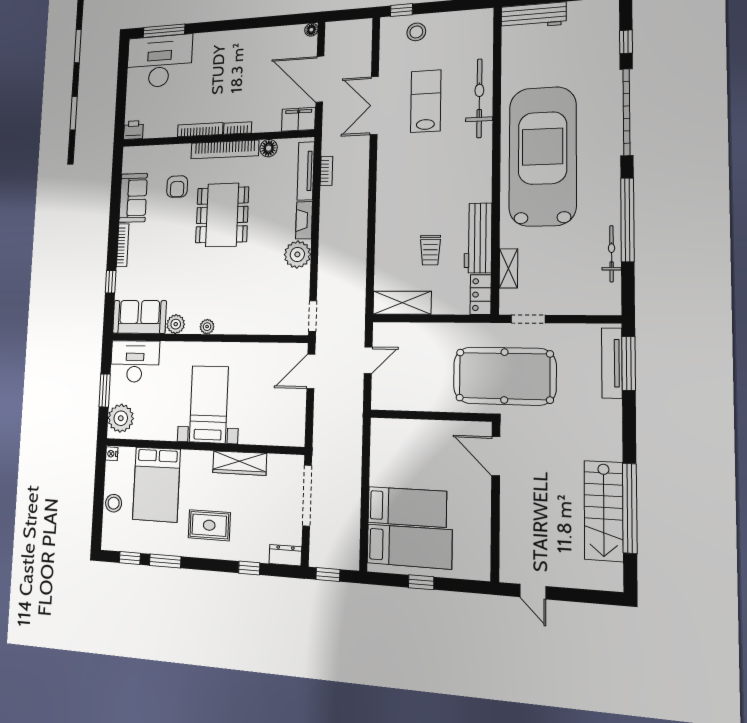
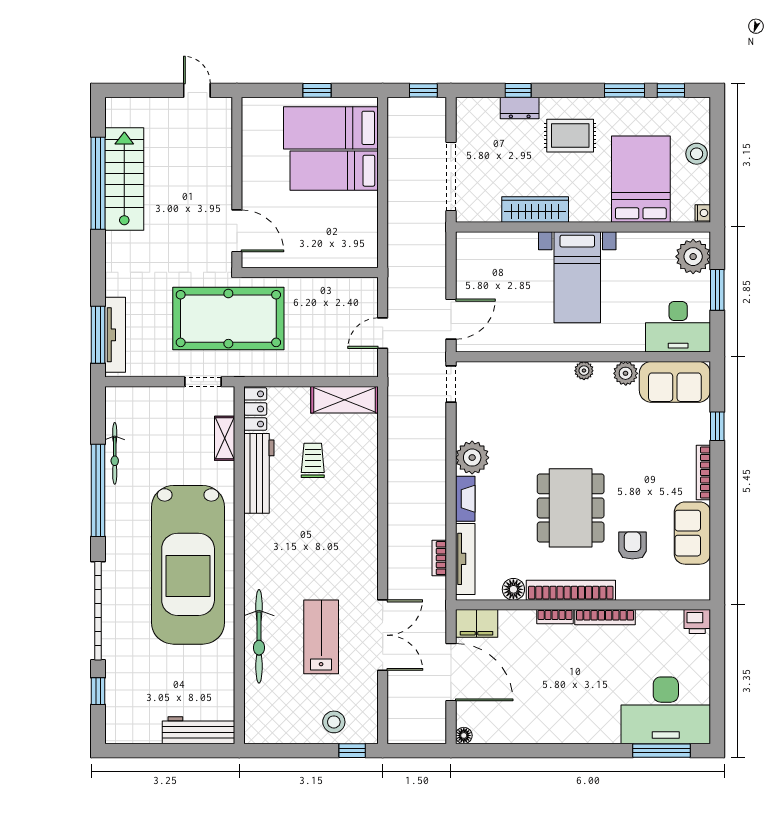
lab bench: (426, 101) -> (321, 637), turned 180
dresser: (285, 555) -> (520, 108), moved

